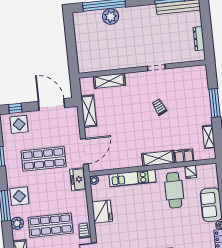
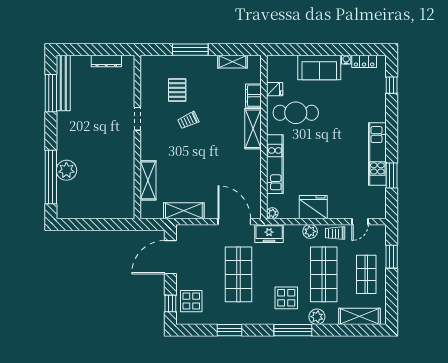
pallet: (182, 96) -> (177, 90), added
display table: (19, 196) -> (286, 298), moved
plant: (83, 211) -> (310, 231), added

